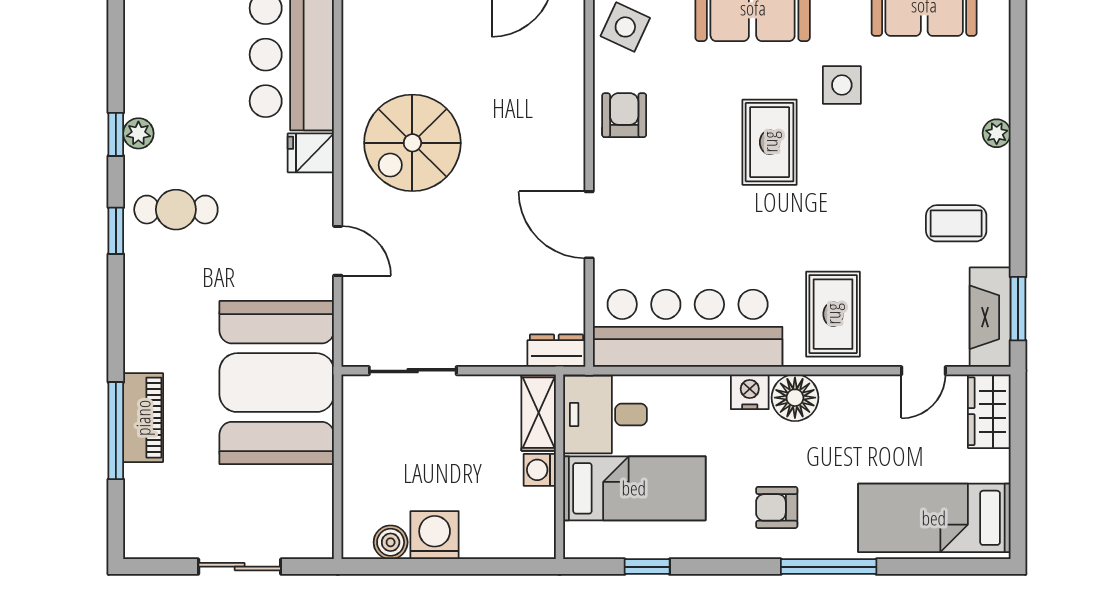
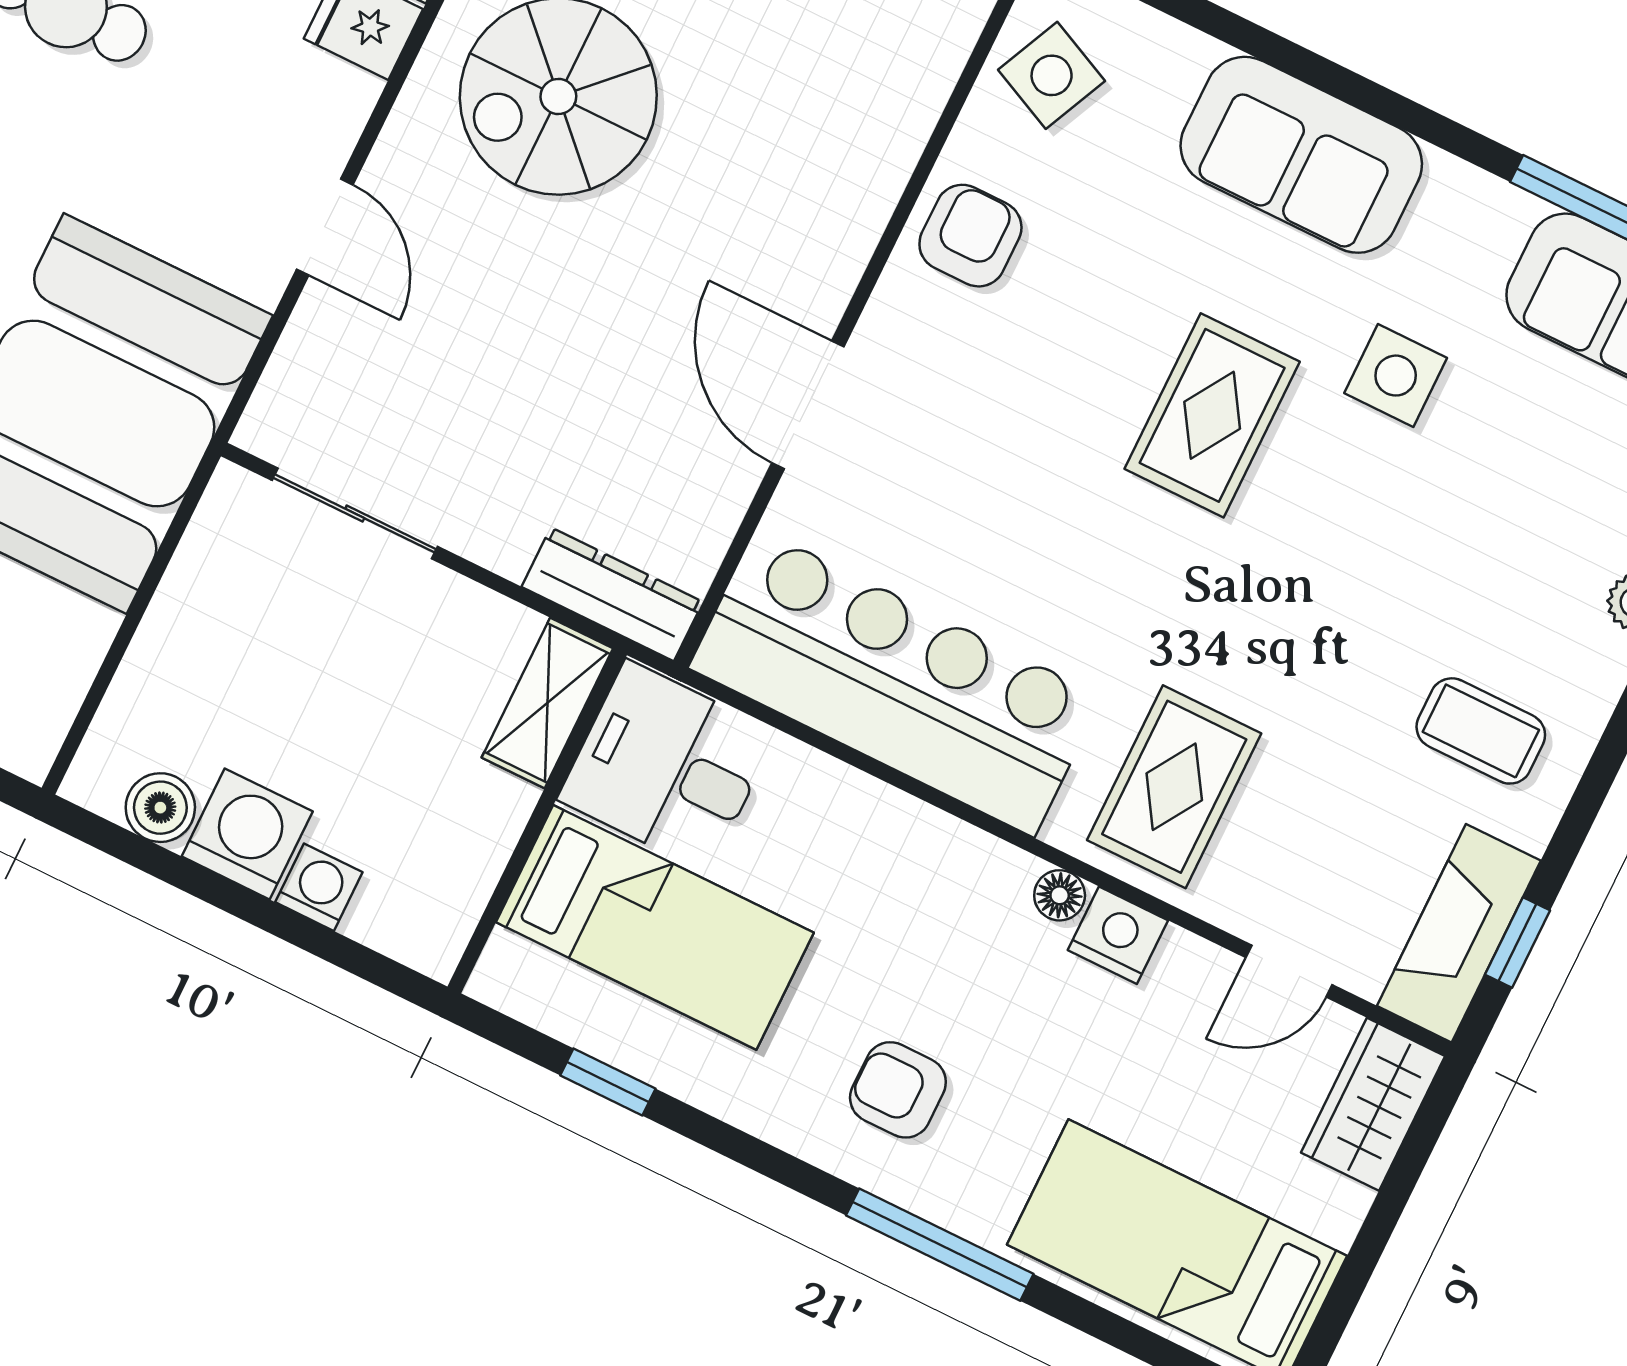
window: (1018, 309) -> (1517, 942), width x0.67
dresser: (556, 351) -> (612, 594), width x1.44
nightstand: (750, 392) -> (1118, 935), moved
floor lamp: (795, 398) -> (1060, 895), width x0.53, depth x0.53
washing machine: (540, 470) -> (319, 887), moved, turned 90

